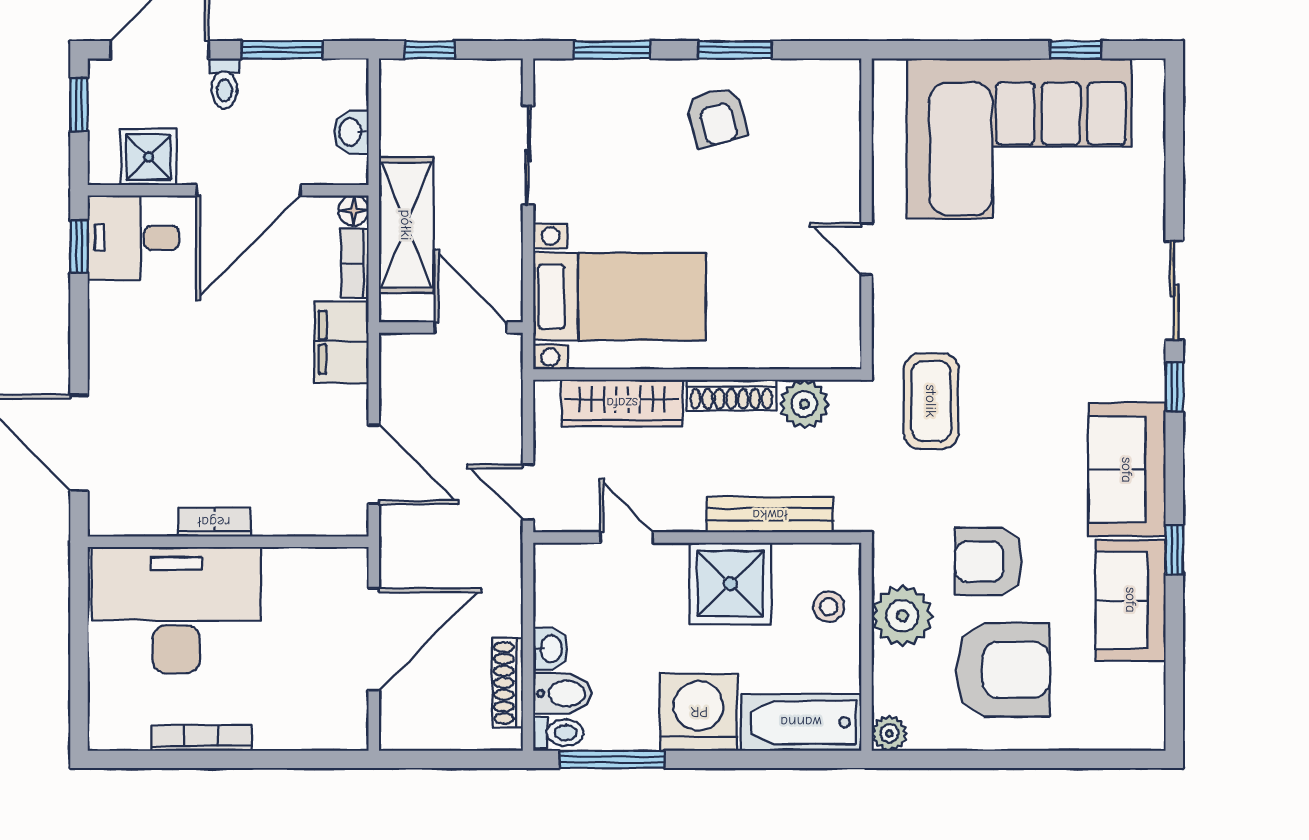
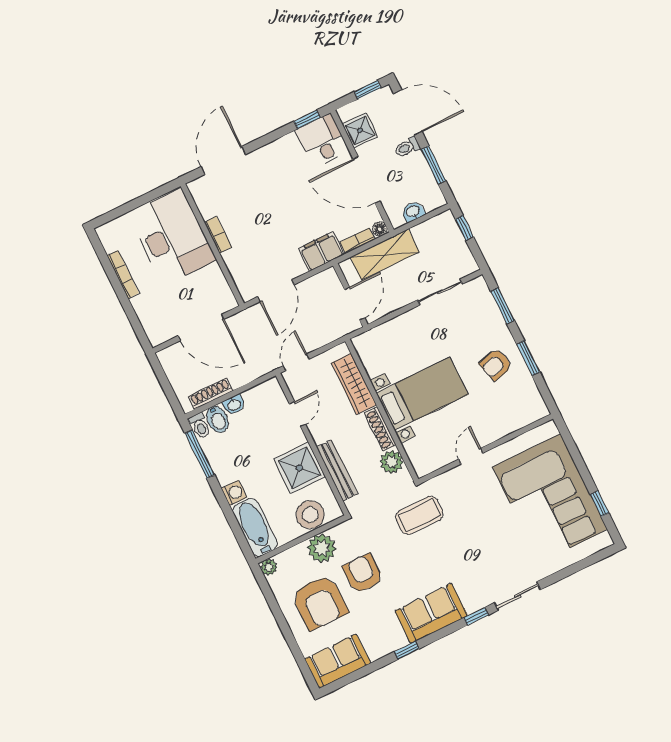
bed with nightstands: (619, 297) -> (422, 394), moved, turned -90
sofa: (1131, 600) -> (338, 661), moved
stool: (829, 607) -> (310, 515), width x1.89, depth x1.89
washing machine: (699, 712) -> (234, 493), width x0.53, depth x0.53

